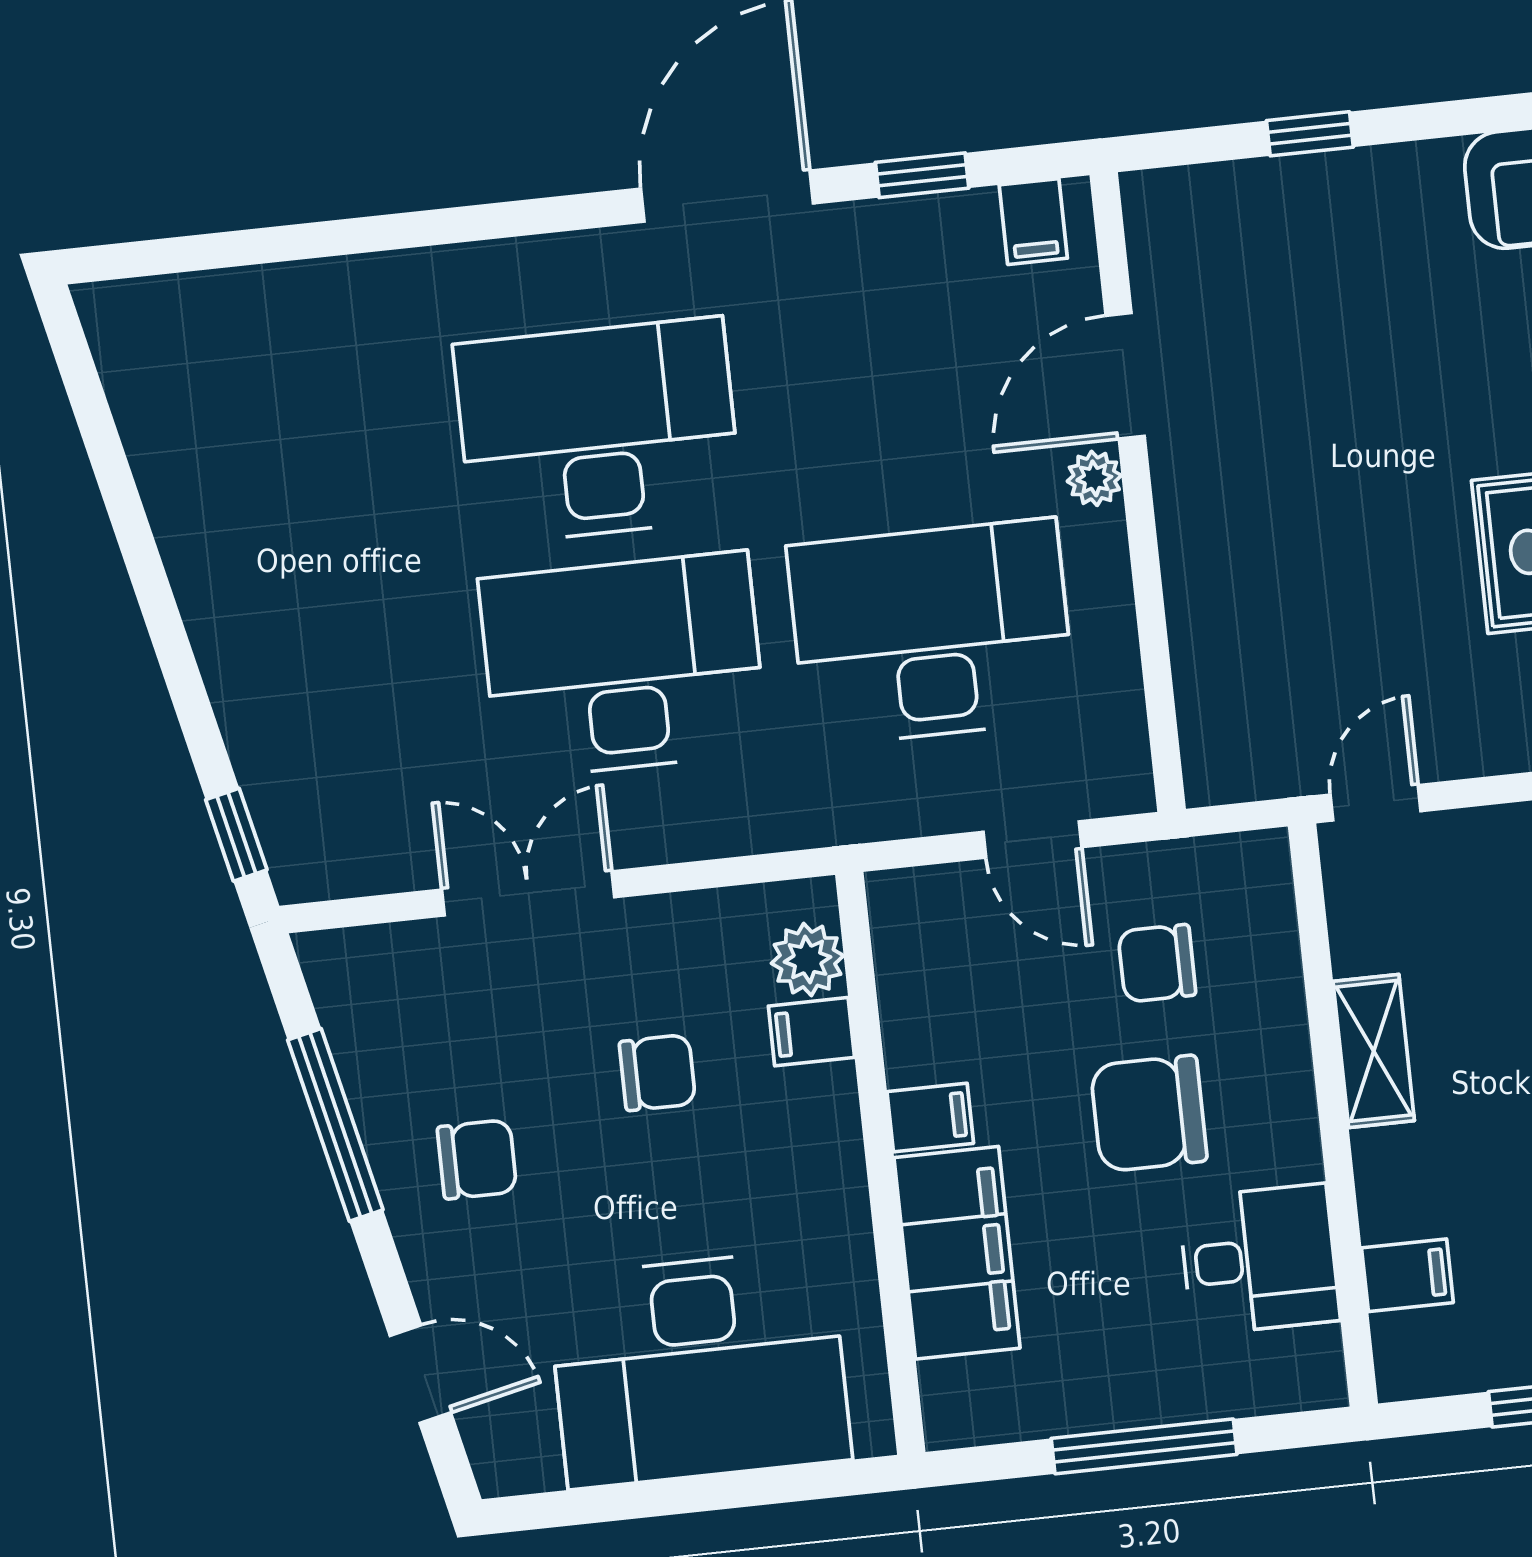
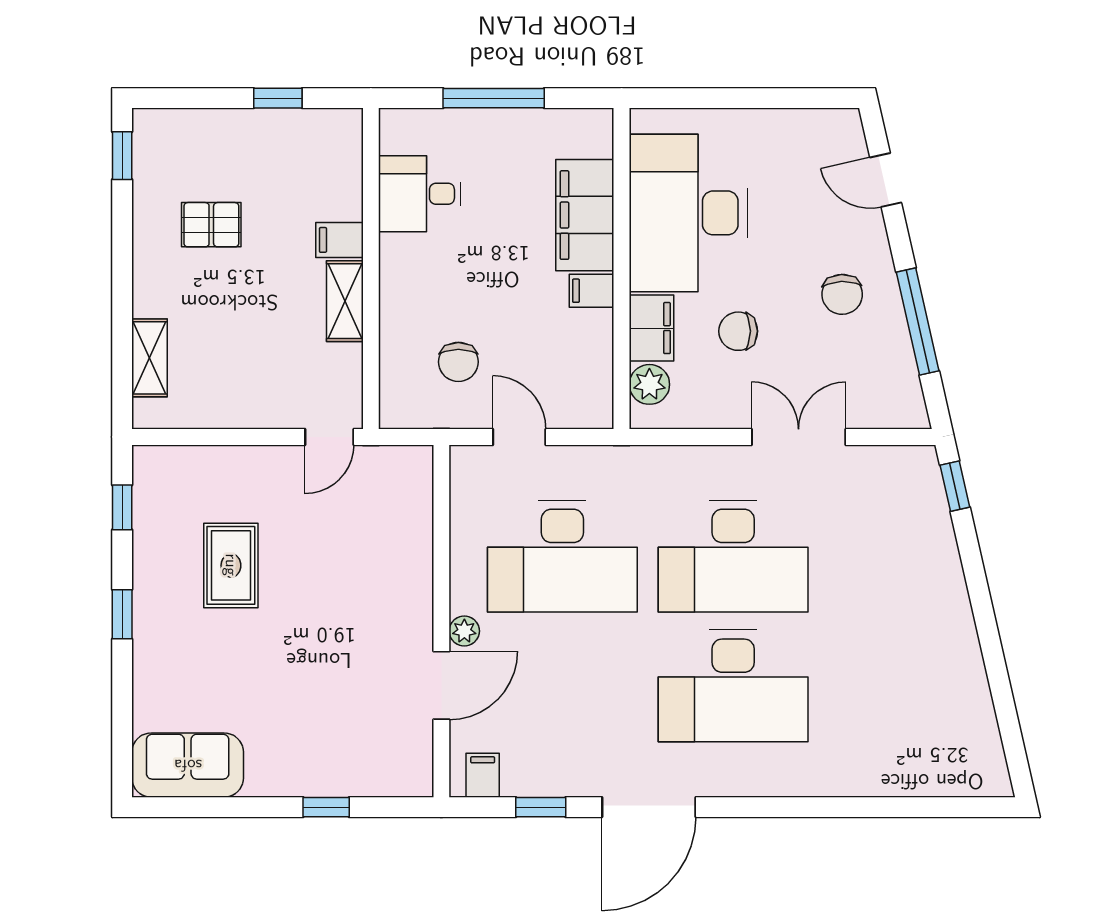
double door: (528, 893) -> (799, 437), swing flipped
chair: (1157, 963) -> (458, 362), turned 90
filing cabinet: (811, 1032) -> (651, 328), width x2.00
chair: (1149, 1113) -> (472, 280), removed
chair: (477, 1159) -> (842, 294), turned -92
filing cabinet: (1407, 1275) -> (339, 240), moved
desk: (699, 1368) -> (688, 213), moved, turned -90

